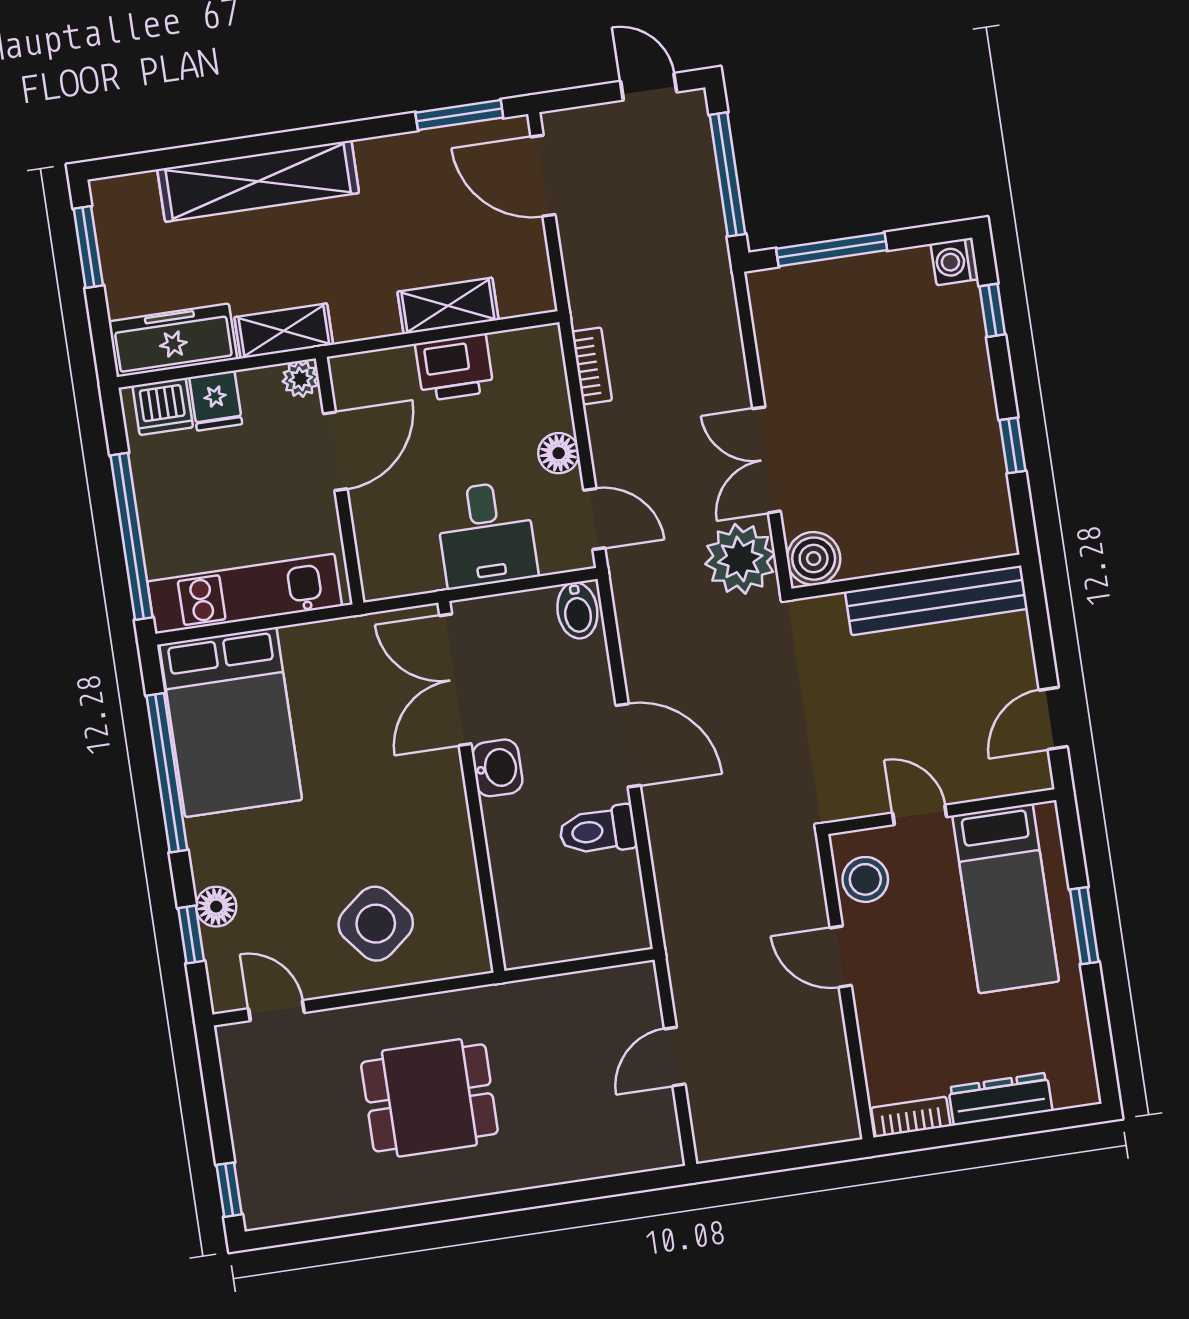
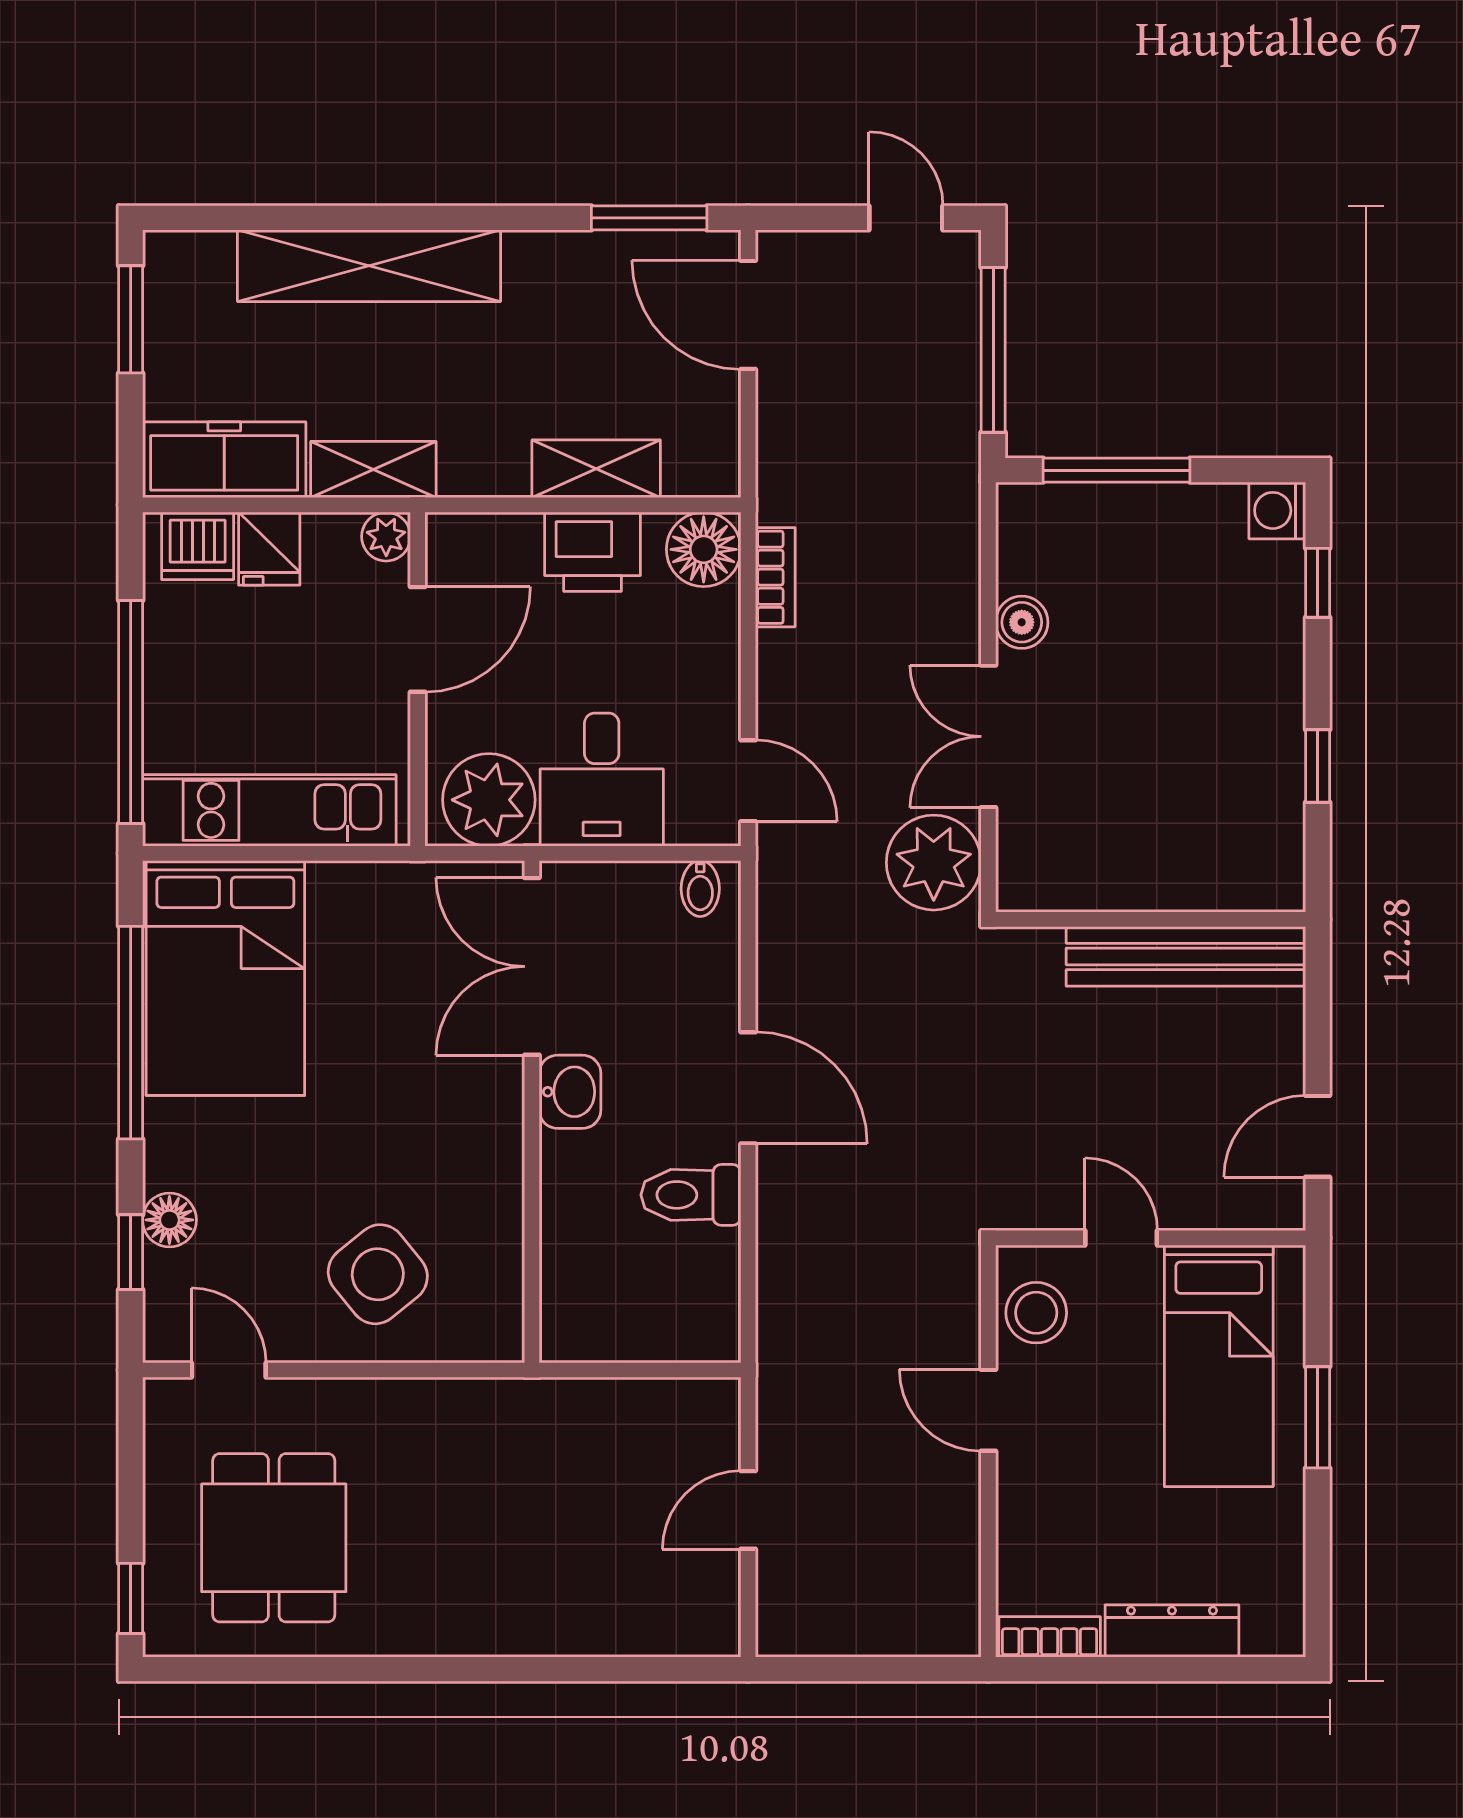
floor lamp: (559, 453) -> (704, 549), moved, width x1.38, depth x1.38
boiler: (814, 559) -> (1022, 622), moved, width x0.73, depth x0.73
plant: (405, 562) -> (489, 800), added
bidet: (577, 610) -> (700, 889), width x0.72, depth x0.74
dining table: (429, 1098) -> (274, 1538), moved, turned 90

